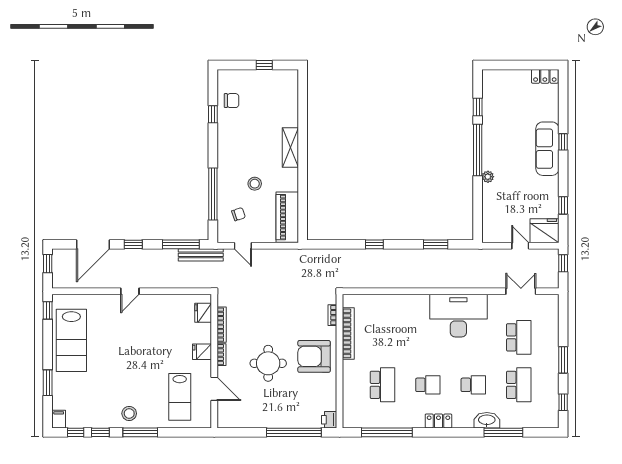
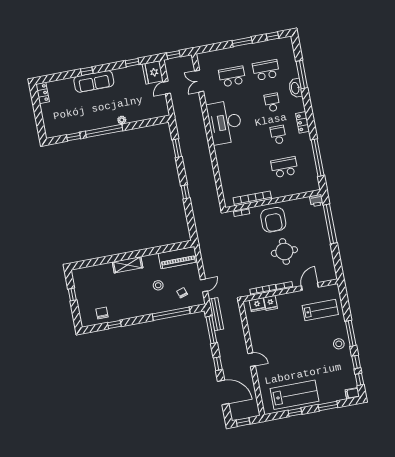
window: (48, 310) -> (295, 412), moved
fridge: (202, 352) -> (271, 303), moved

